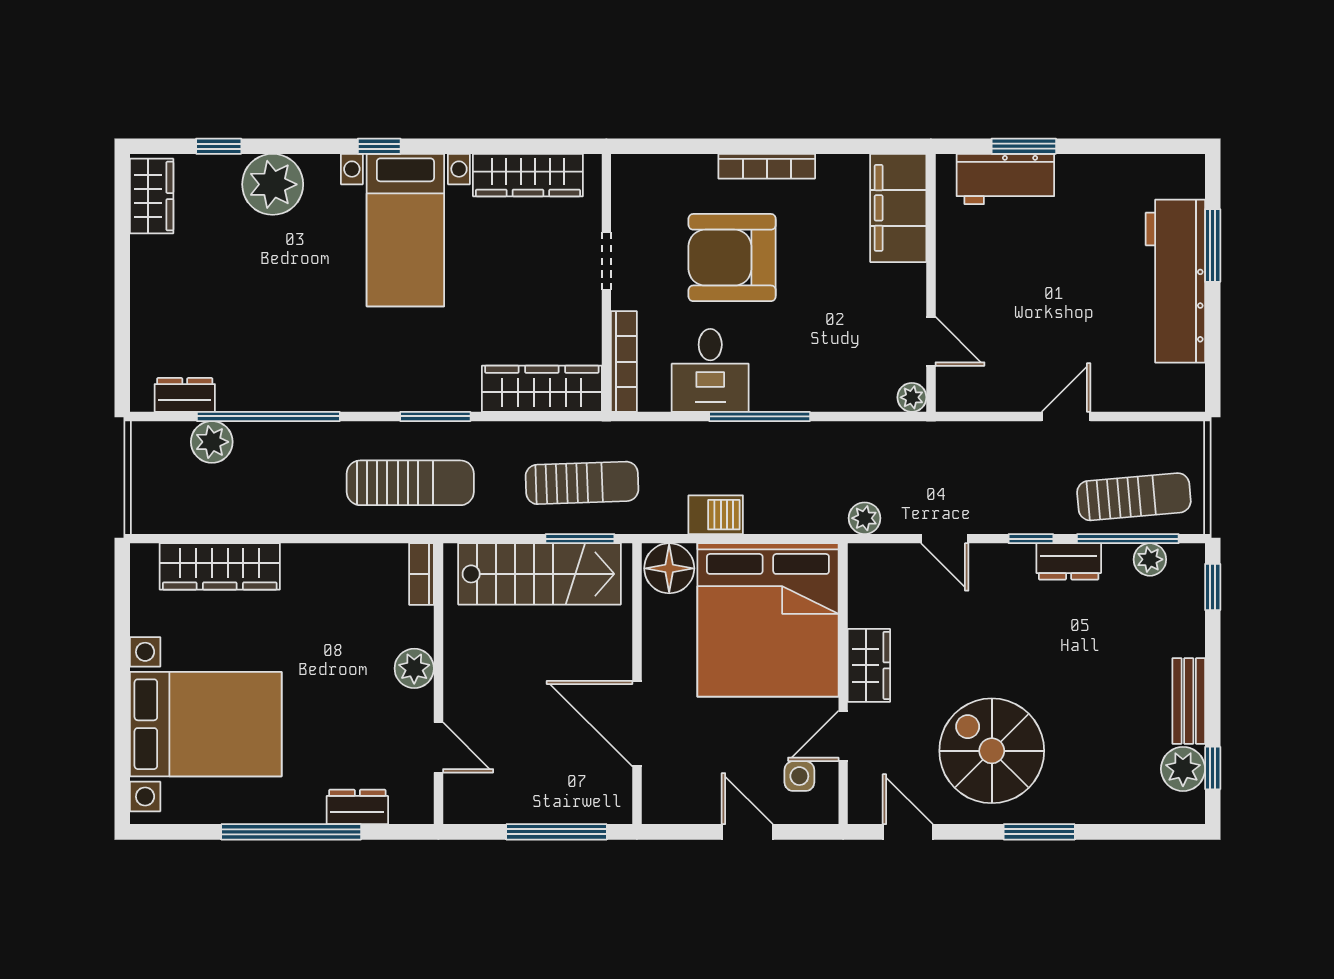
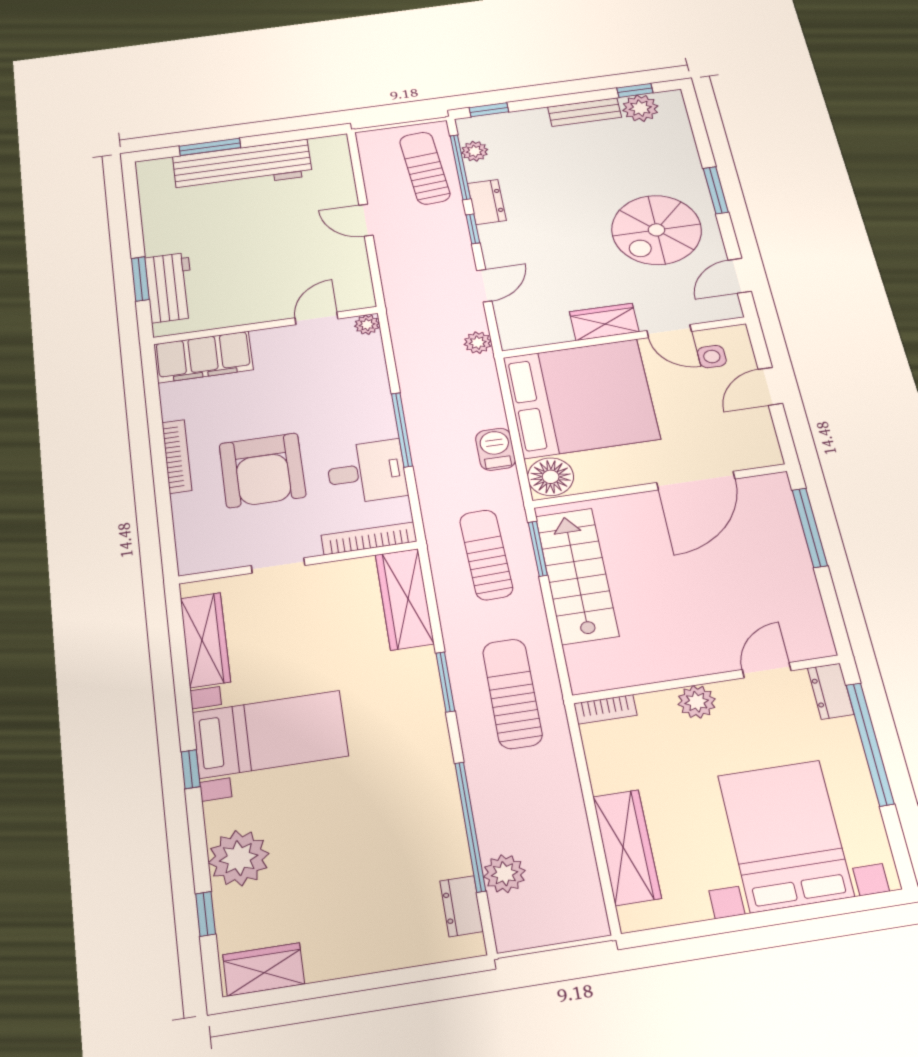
bookcase: (422, 574) -> (605, 709), moved
plant: (414, 668) -> (697, 702), moved
wall: (438, 684) -> (706, 679), moved
door: (438, 747) -> (767, 670), moved

